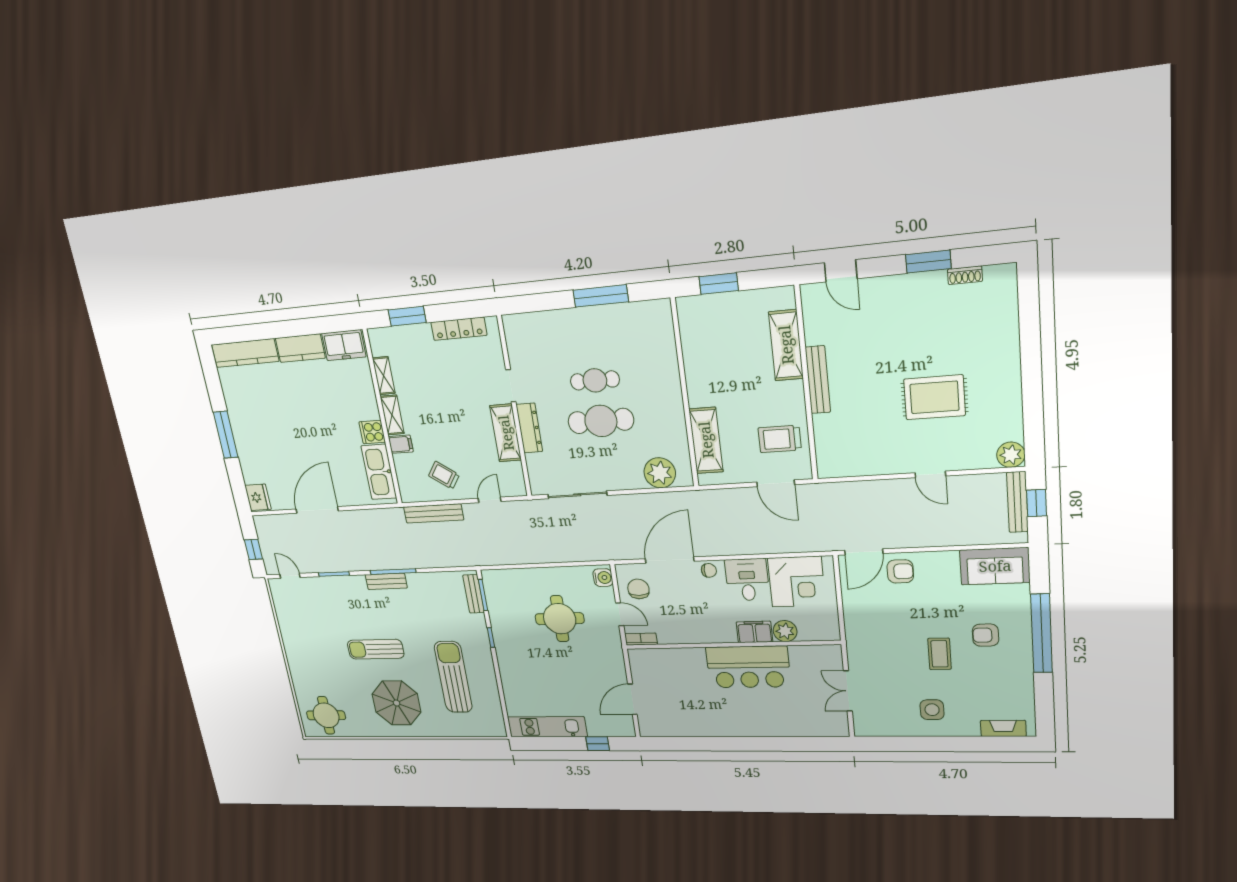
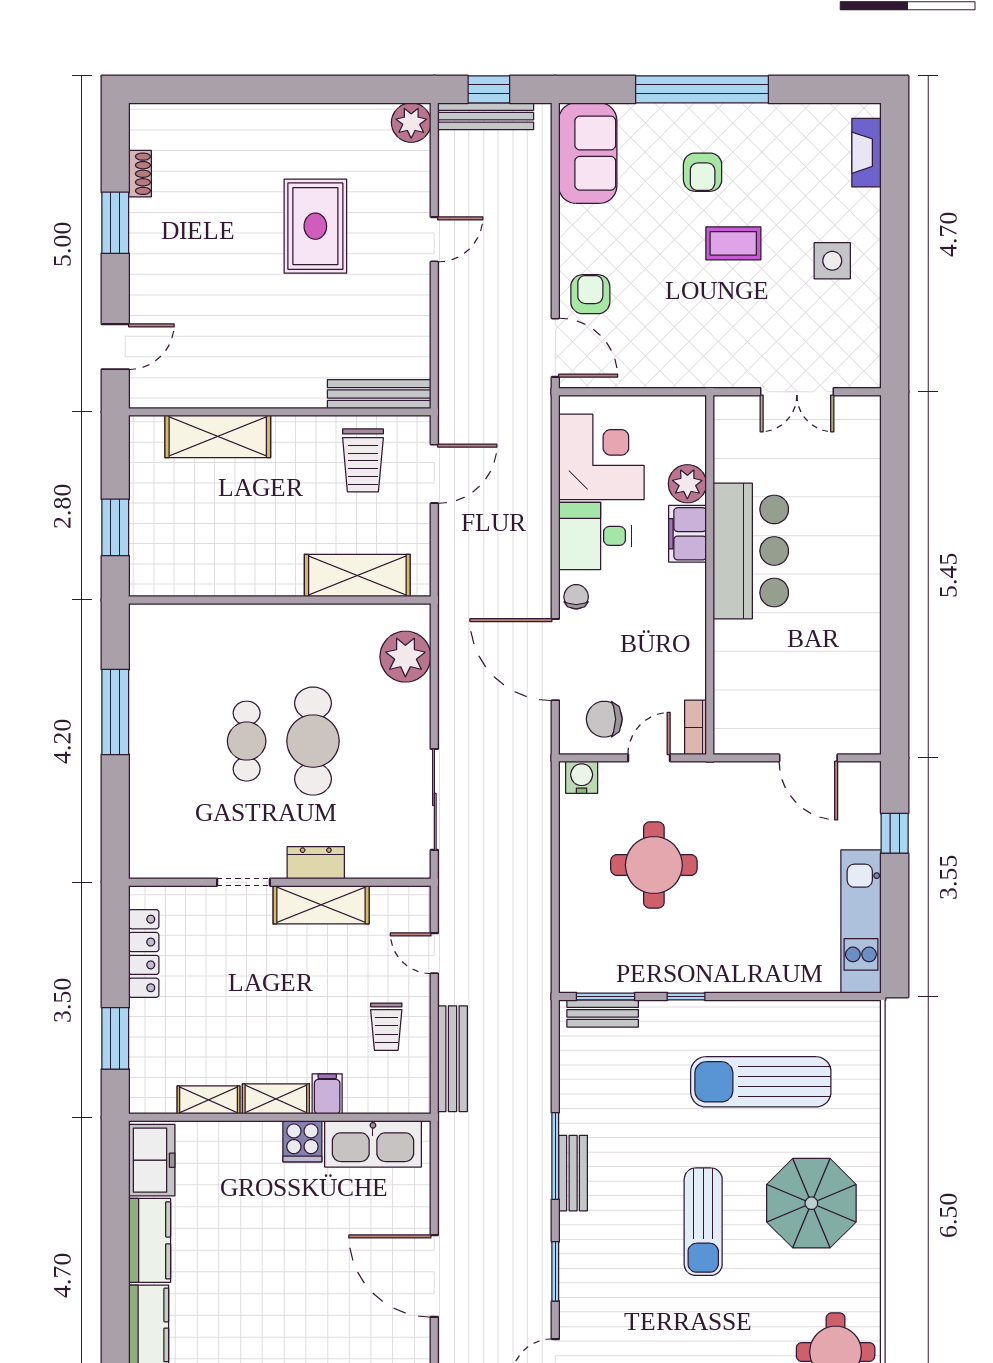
bench: (818, 380) -> (379, 394), moved
dresser: (529, 428) -> (316, 863), width x0.70
trolley: (444, 475) -> (386, 1027), turned -35

